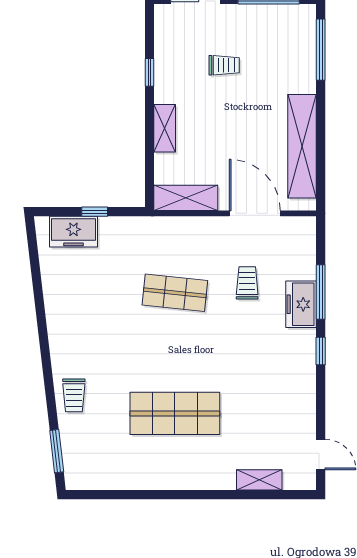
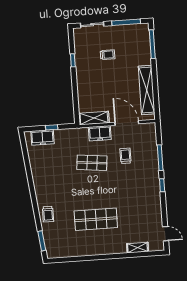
shelving: (165, 128) -> (82, 86), removed
freezer: (301, 304) -> (100, 133), moved, turned -90

